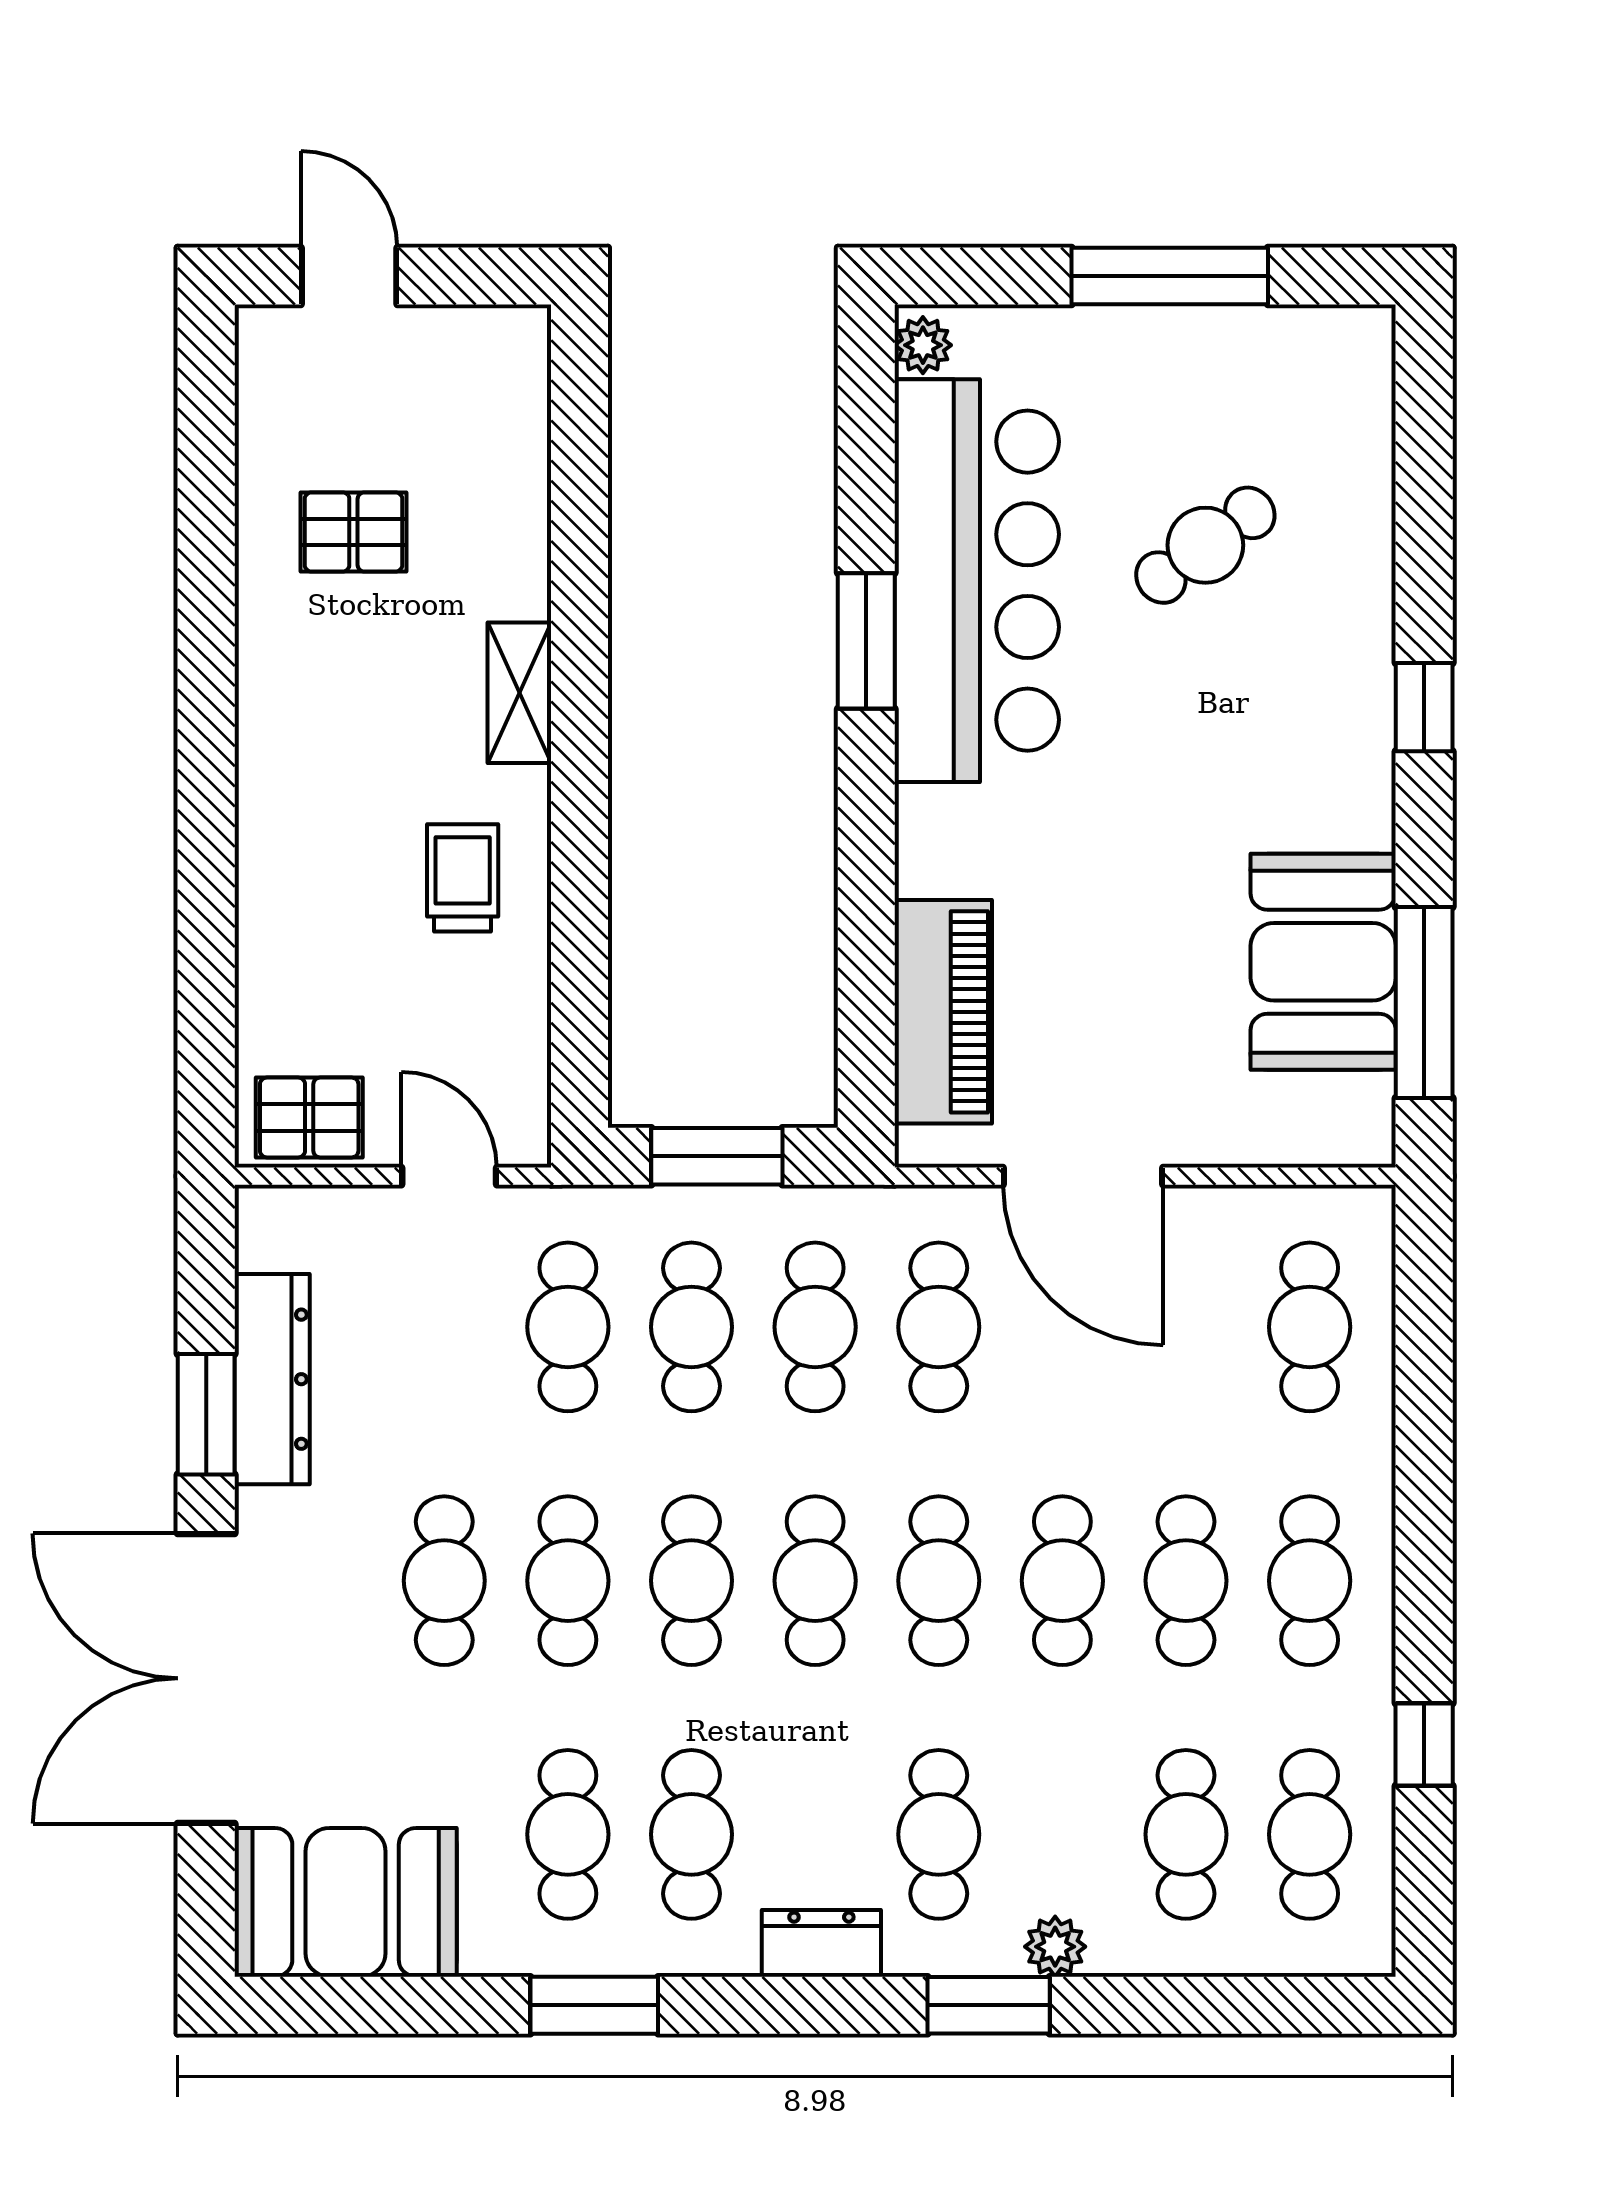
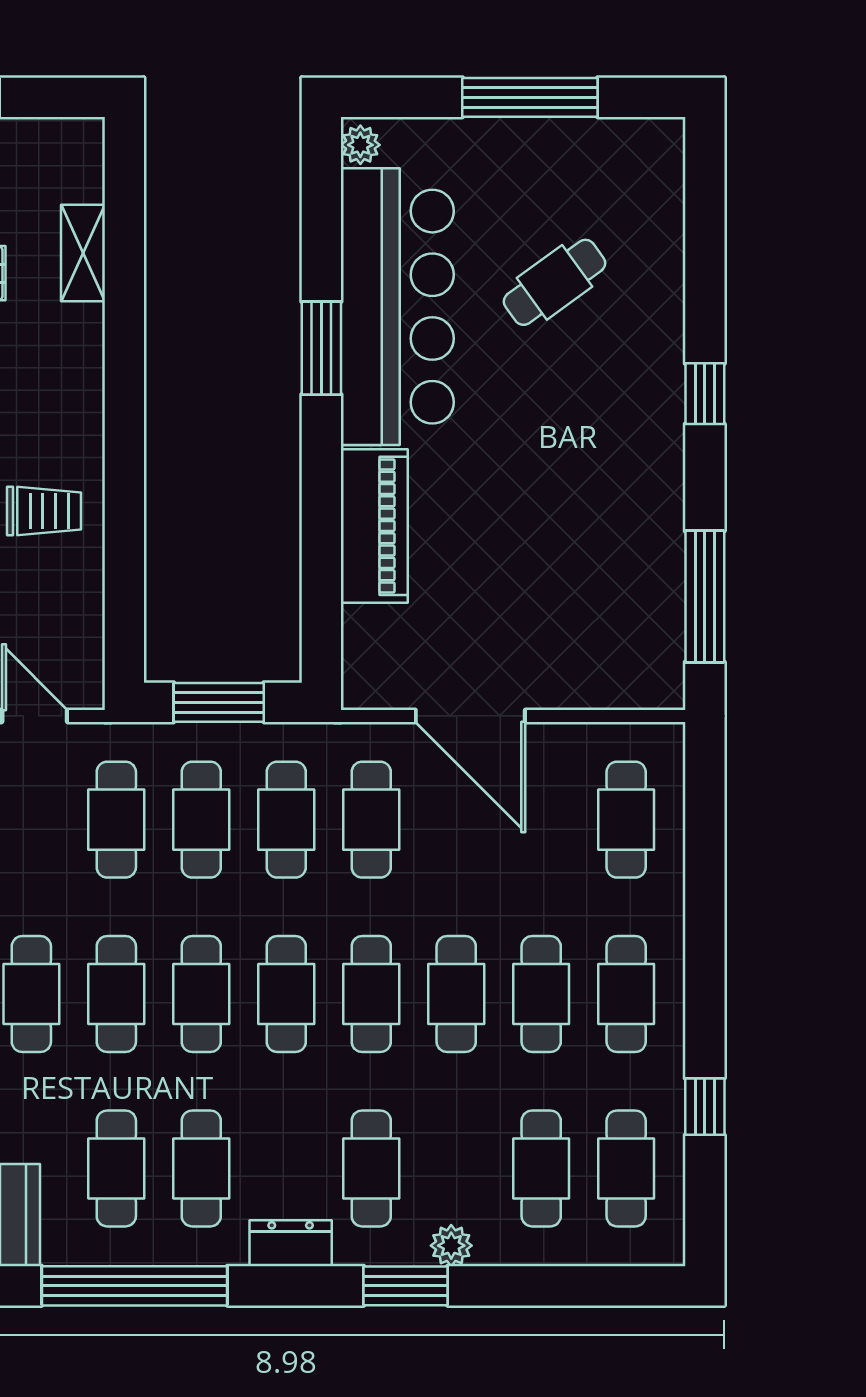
shelving: (519, 693) -> (83, 253), moved
trolley: (463, 878) -> (44, 511), turned 90
booth: (1323, 962) -> (635, 569), removed
piano: (943, 1012) -> (374, 526), moved
window: (594, 2005) -> (134, 1286), width x2.11

